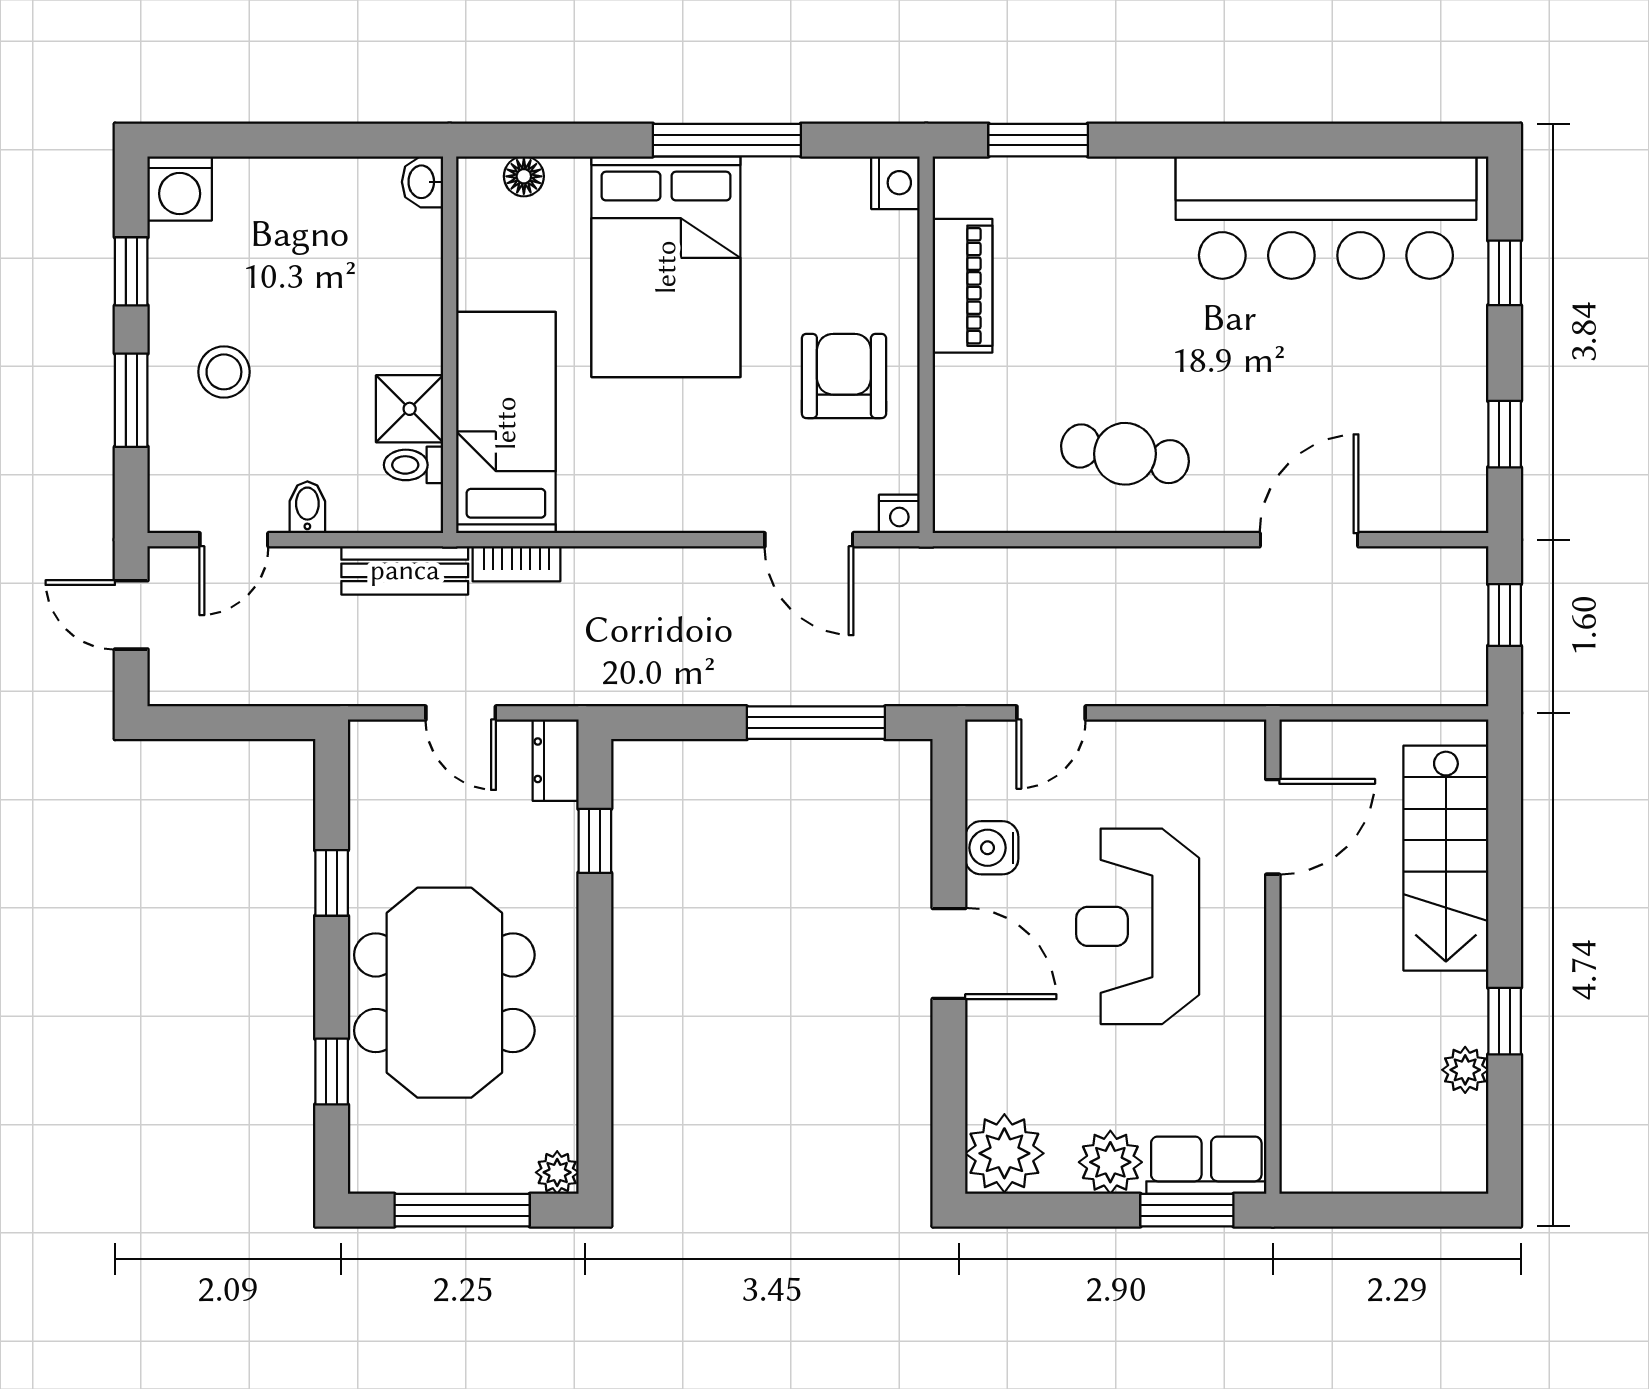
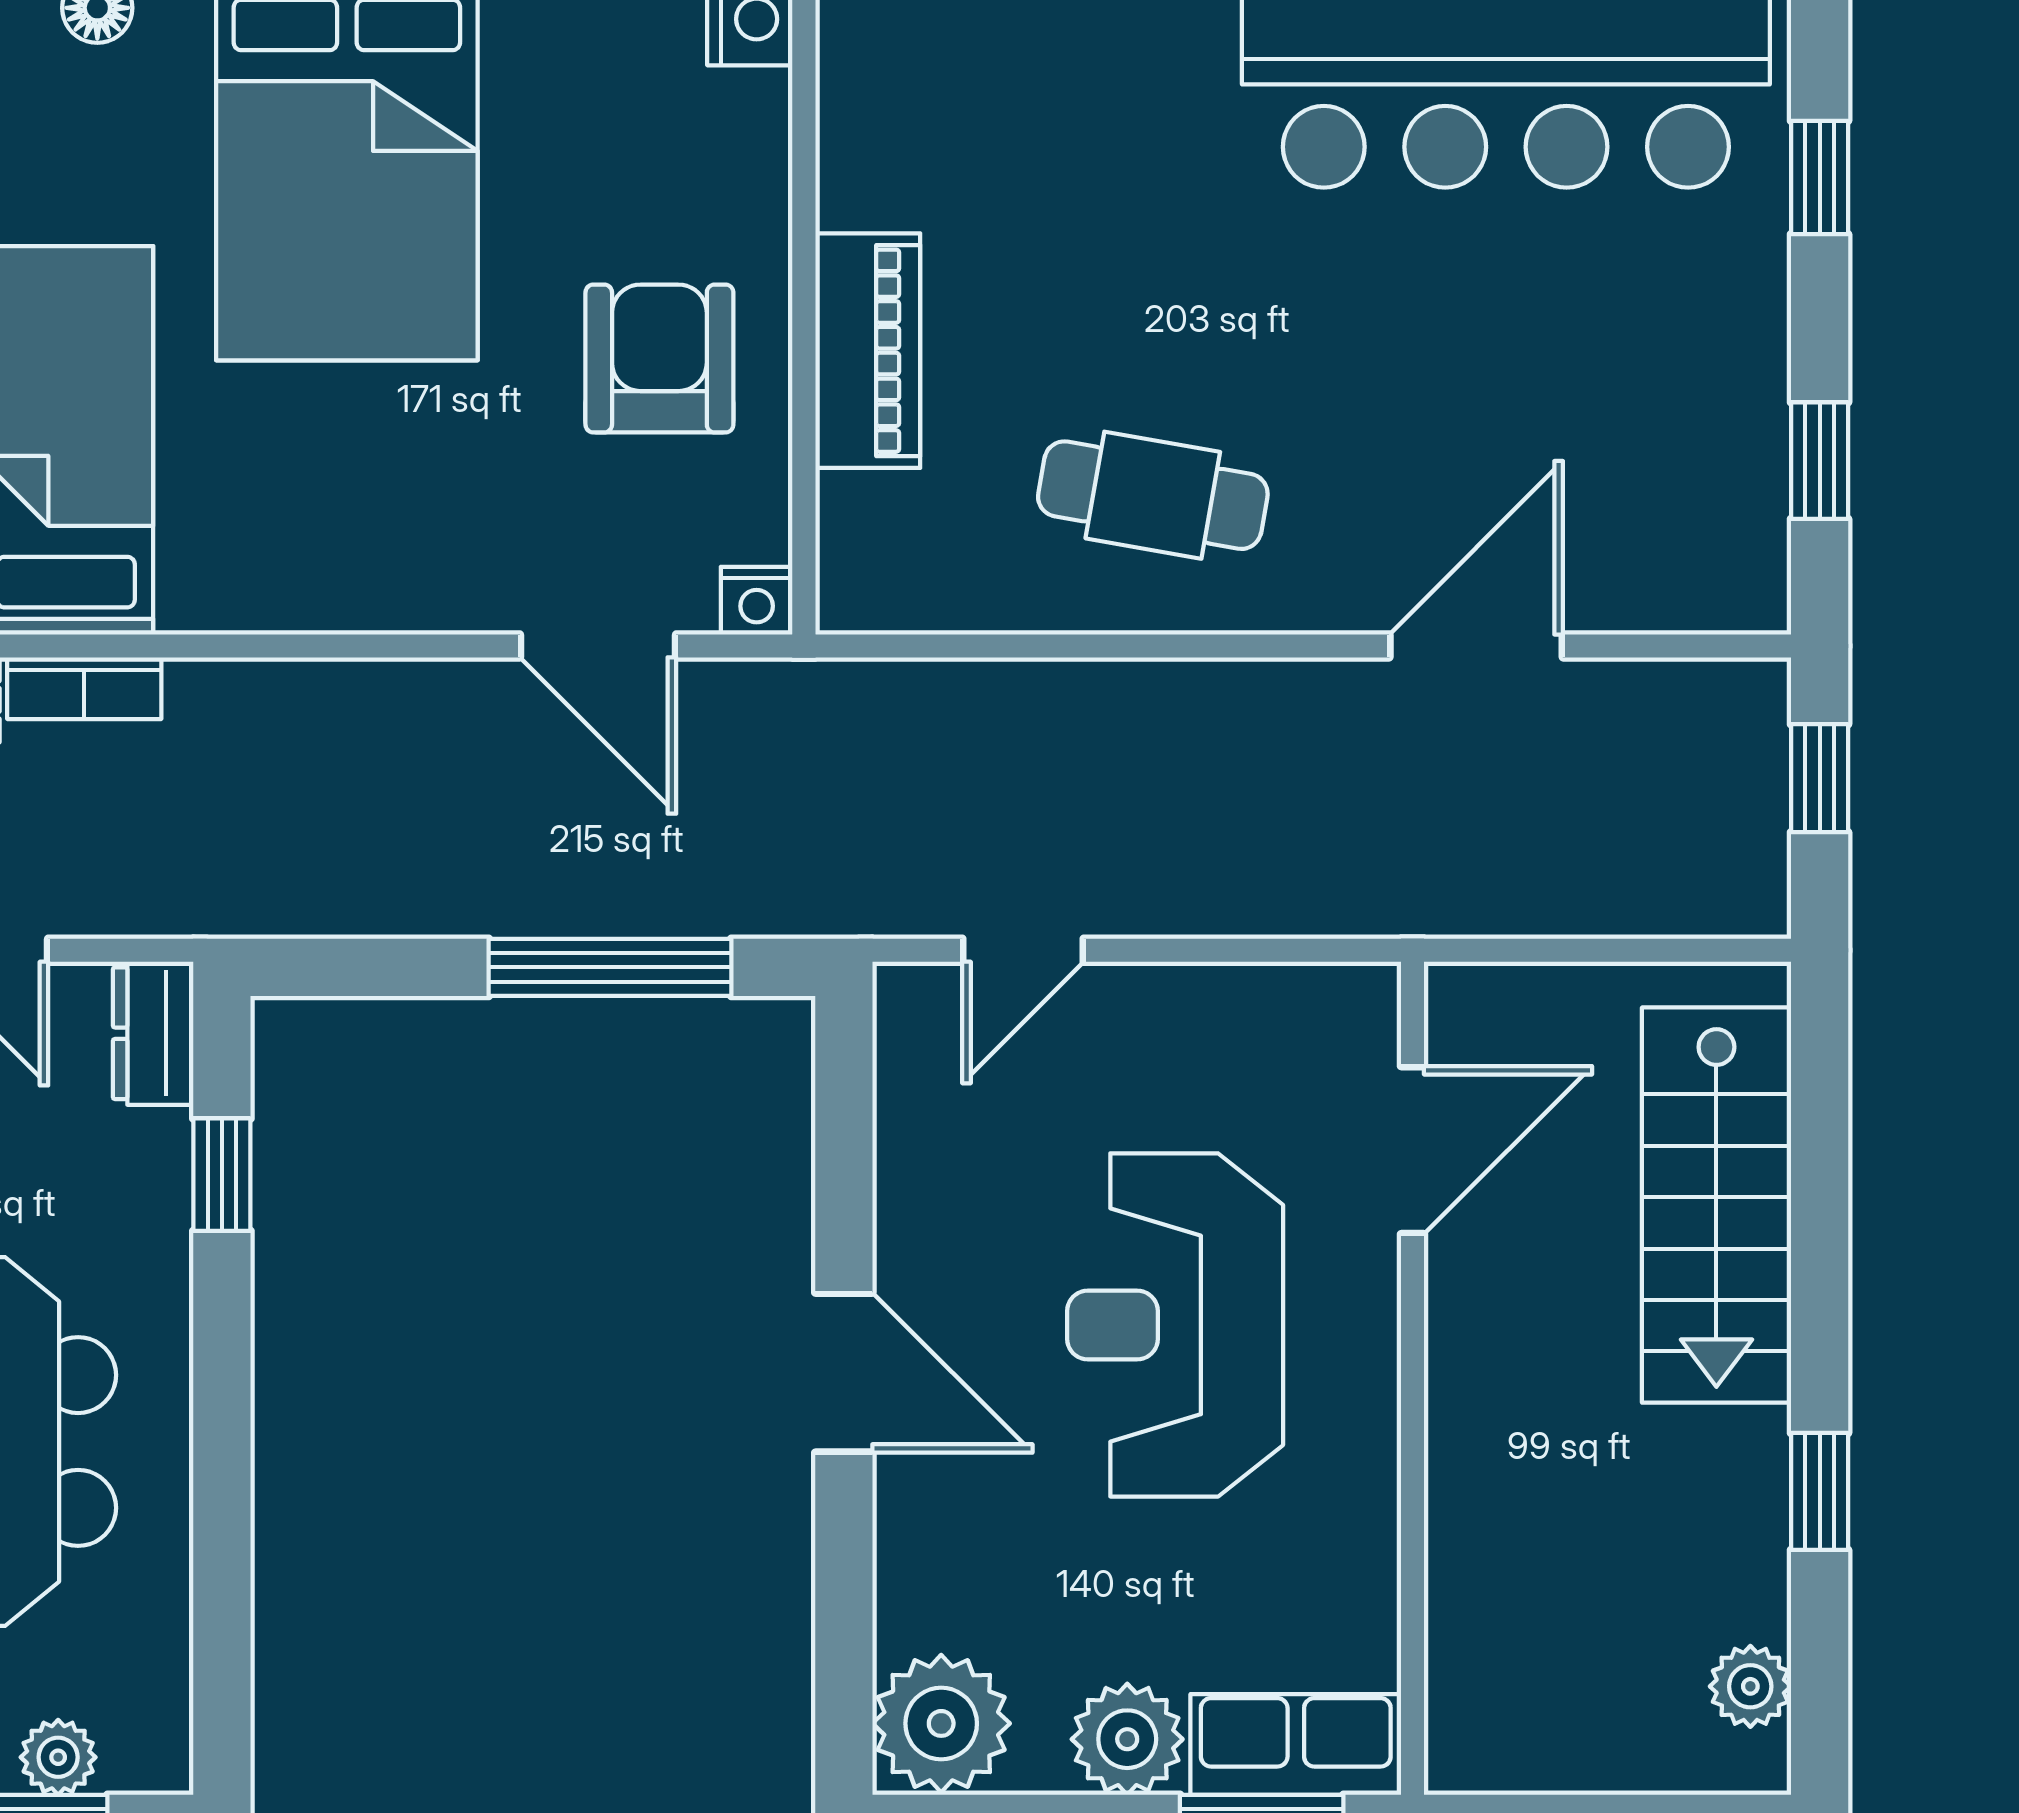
piano: (963, 286) -> (868, 351), moved
water cooler: (992, 848) -> (919, 1187), removed
plant: (1465, 1070) -> (1750, 1686), moved
plant: (557, 1172) -> (58, 1757), moved

